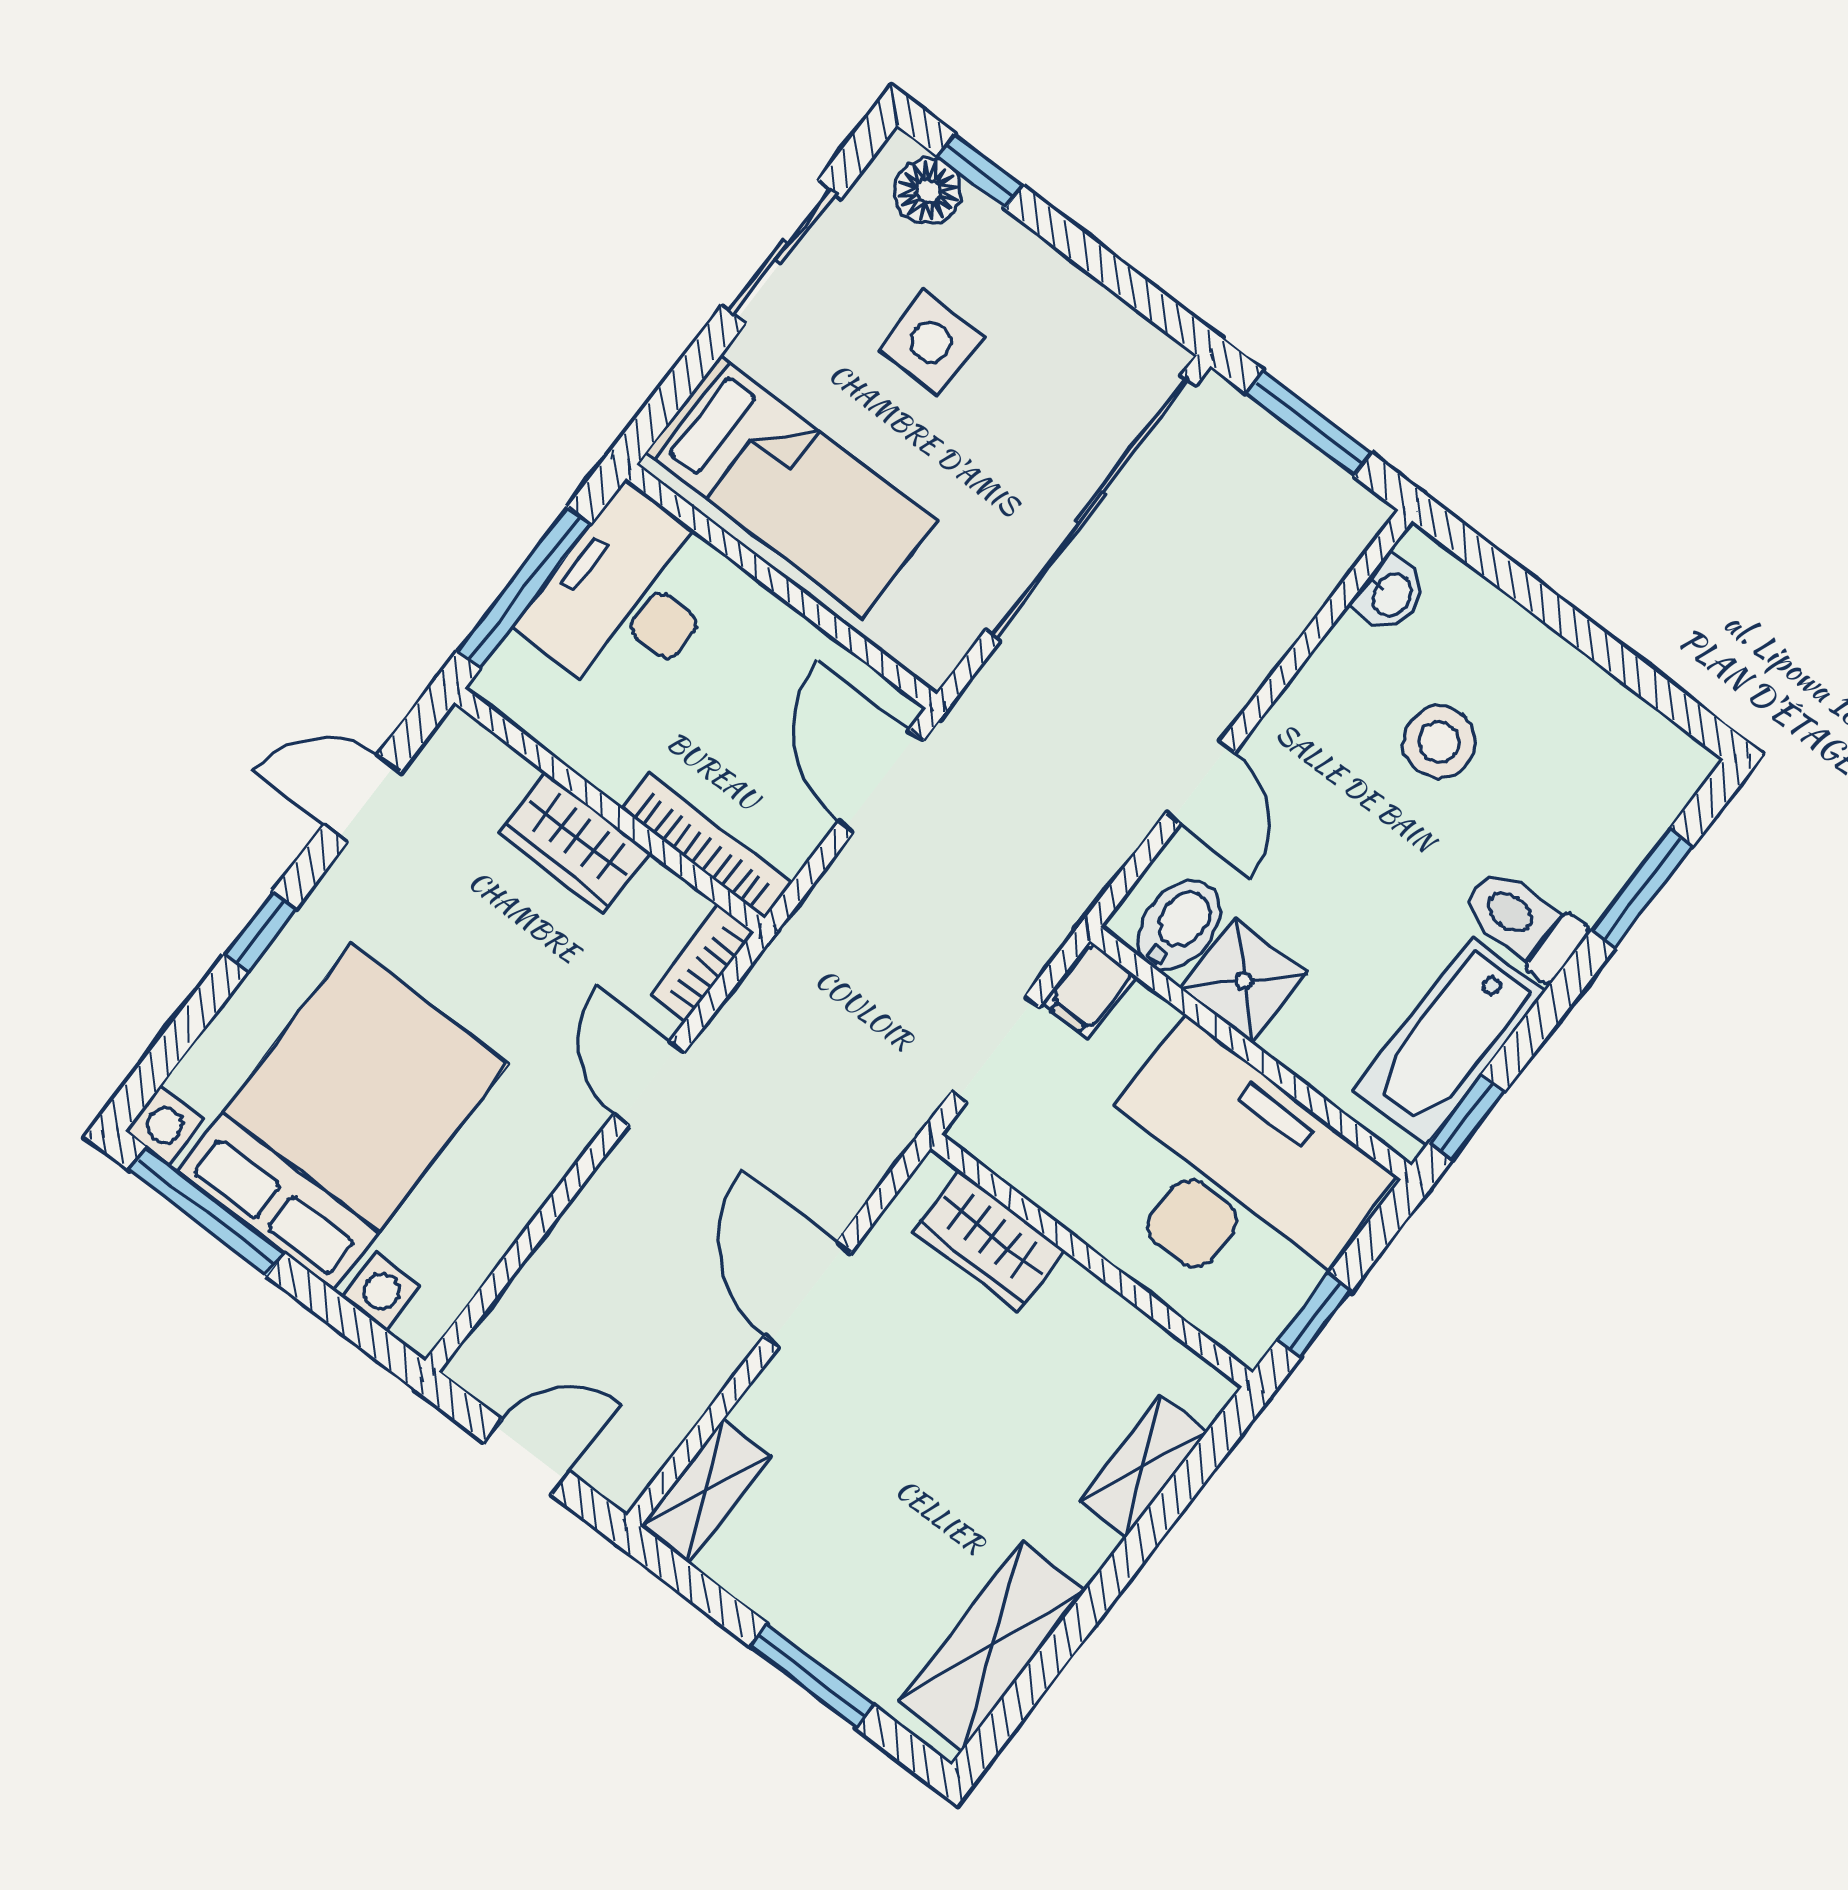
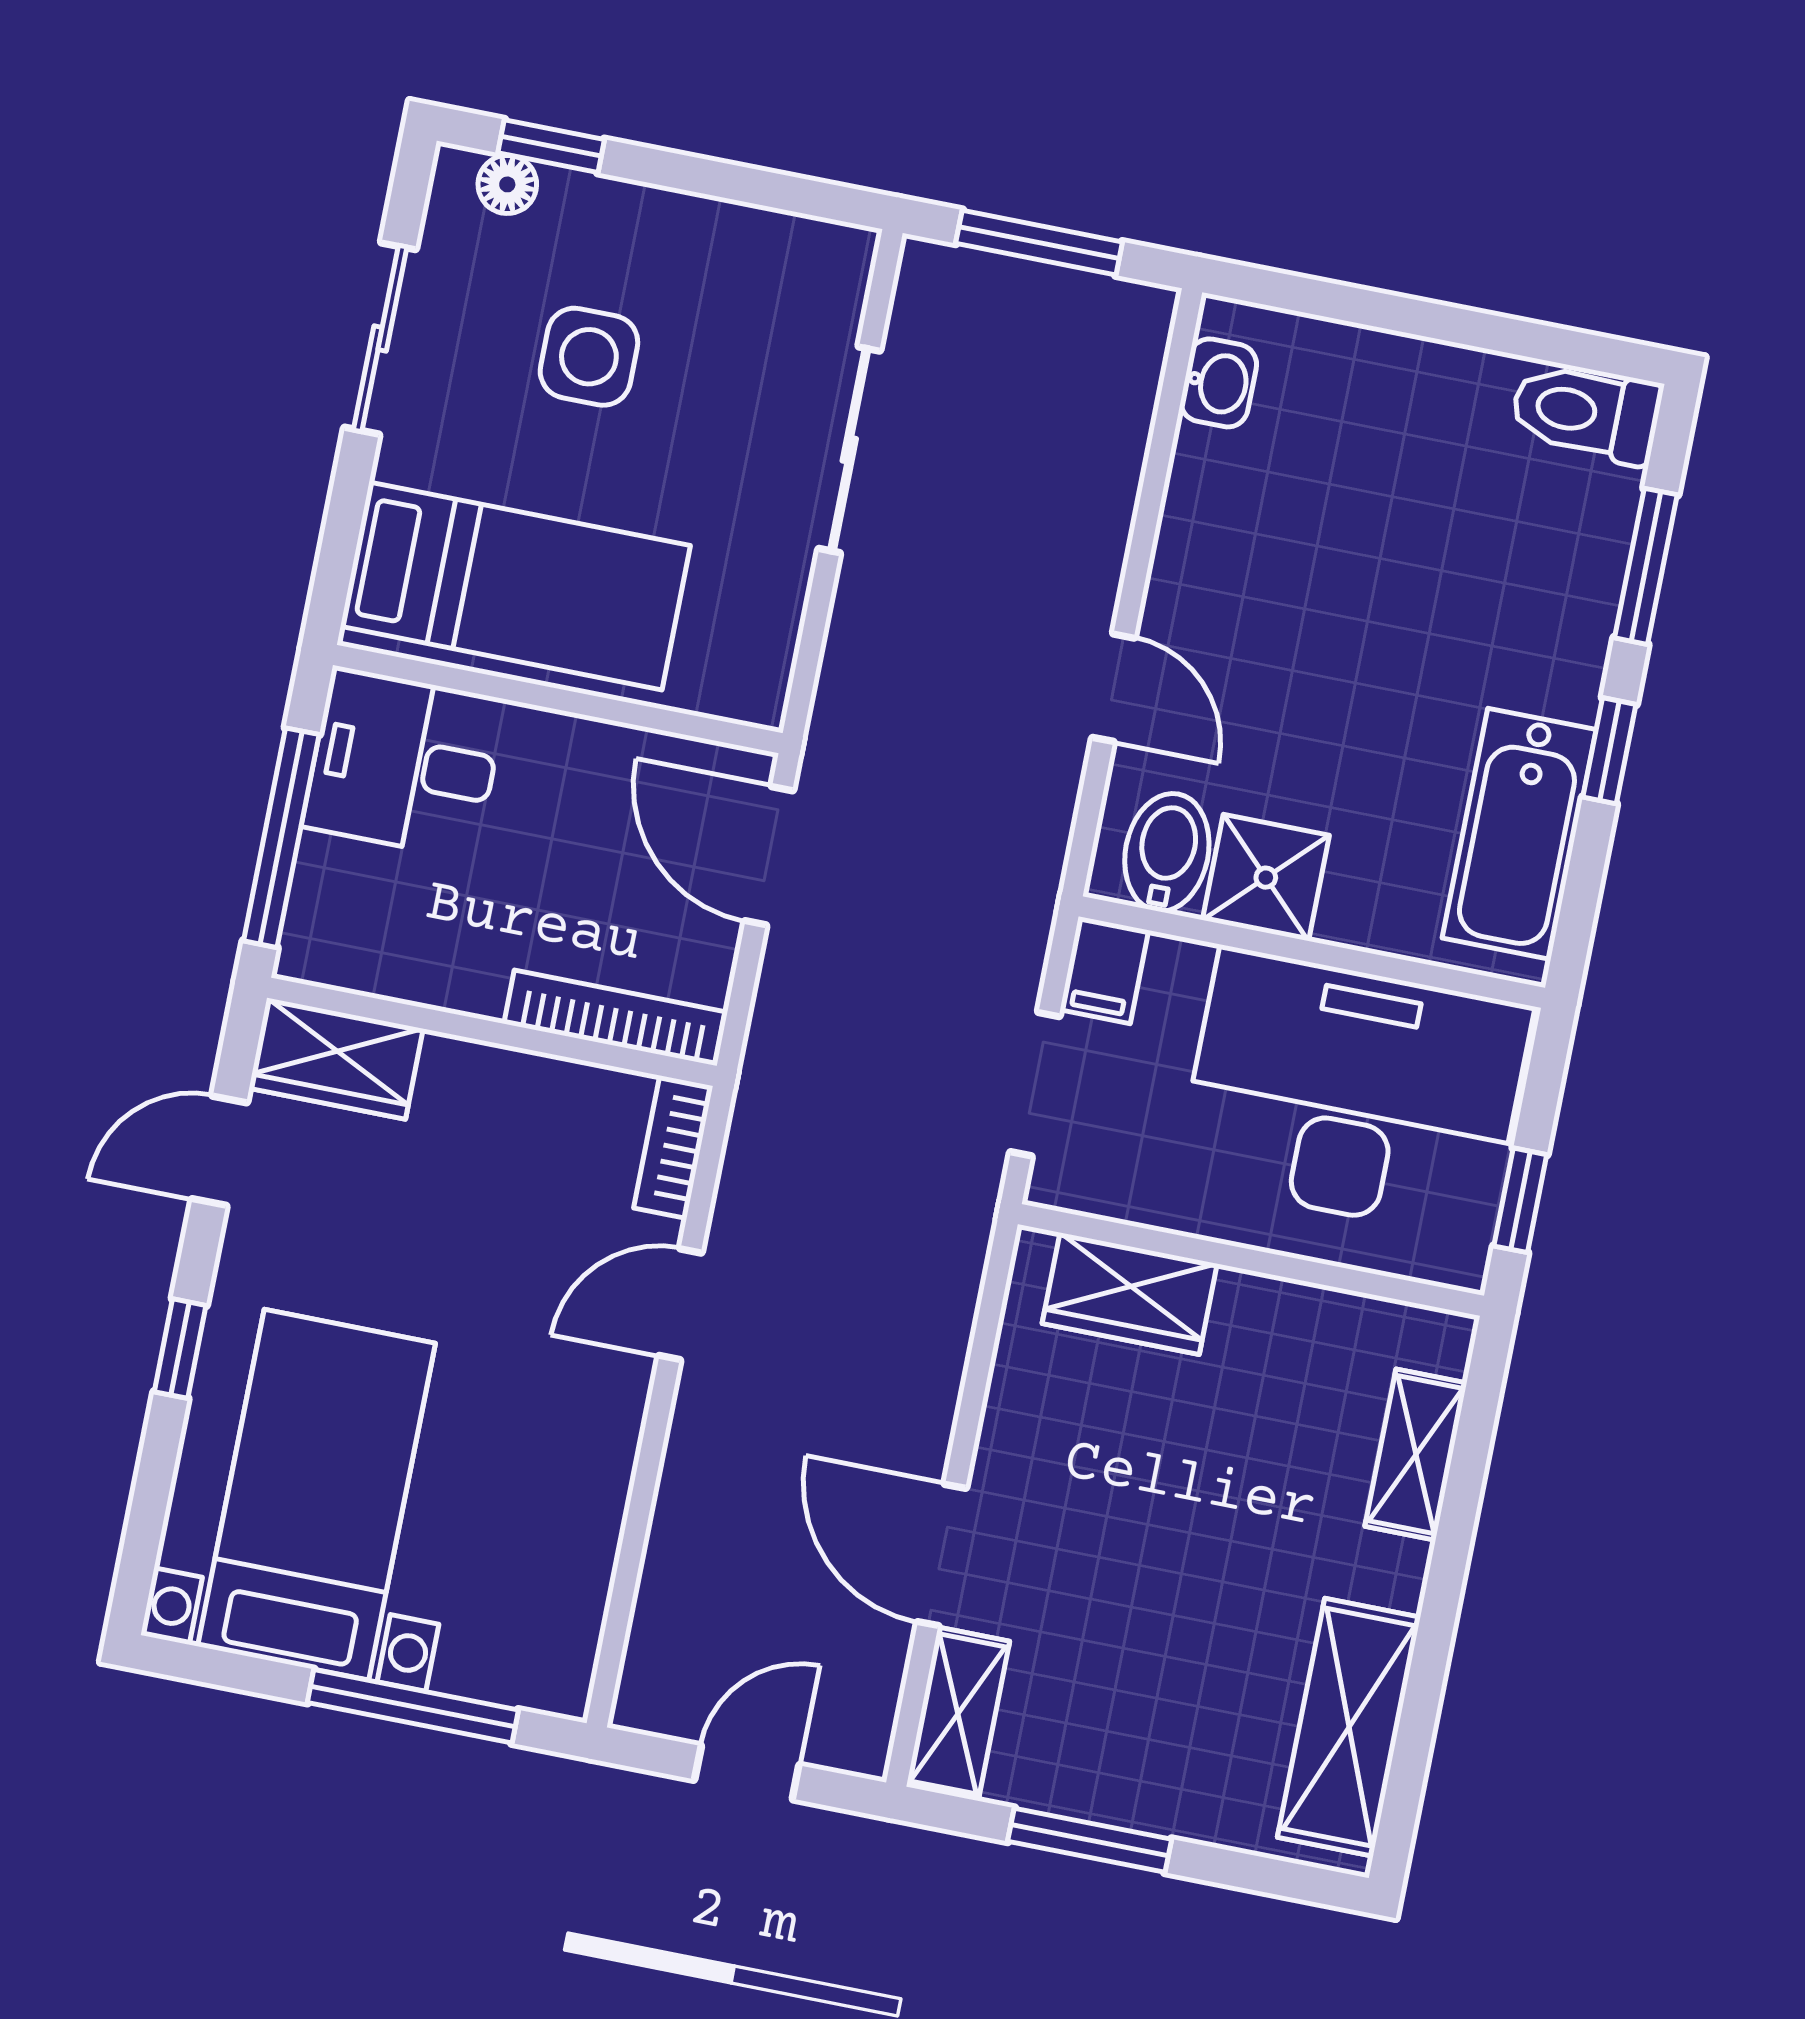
floor lamp: (928, 191) -> (507, 184), width x0.73, depth x0.73
sliding door: (1091, 508) -> (849, 450), width x0.54
desk: (627, 598) -> (404, 763), width x0.73
stool: (1439, 742) -> (1349, 517), removed
wardrobe: (575, 843) -> (336, 1059), moved
toilet: (1523, 923) -> (1586, 413), moved
door: (649, 1083) -> (680, 1304), hinge flipped
bed with nightstands: (342, 1118) -> (316, 1495), width x0.73
window: (1466, 1118) -> (1609, 751), moved
window: (207, 1211) -> (413, 1706), moved
door: (808, 1294) -> (942, 1555), moved
window: (812, 1676) -> (1090, 1840), moved

